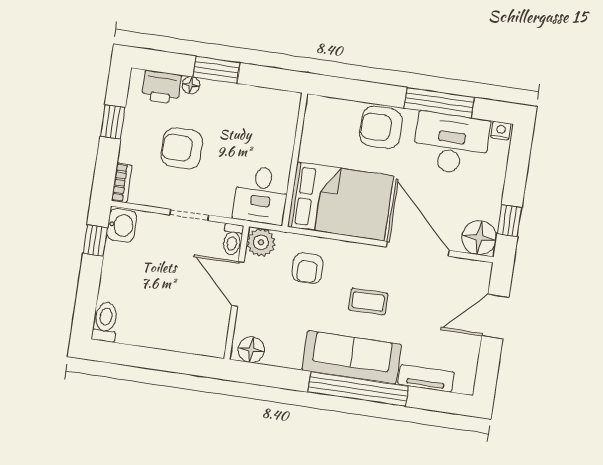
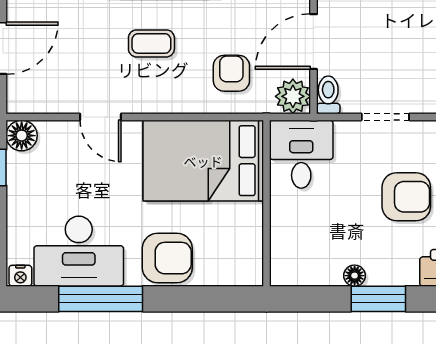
floor lamp: (191, 85) -> (355, 276), moved
floor lamp: (479, 238) -> (22, 136), width x0.73, depth x0.73
door: (418, 249) -> (100, 117), width x0.53
door: (238, 284) -> (313, 42), swing flipped

